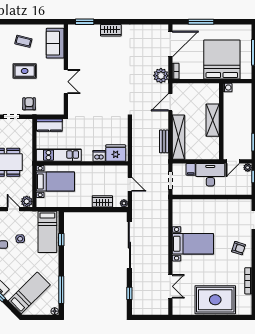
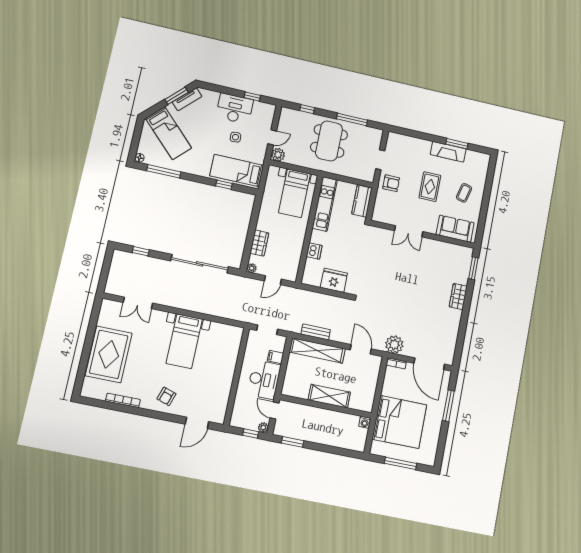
fridge: (116, 153) -> (334, 280), moved, turned -90

